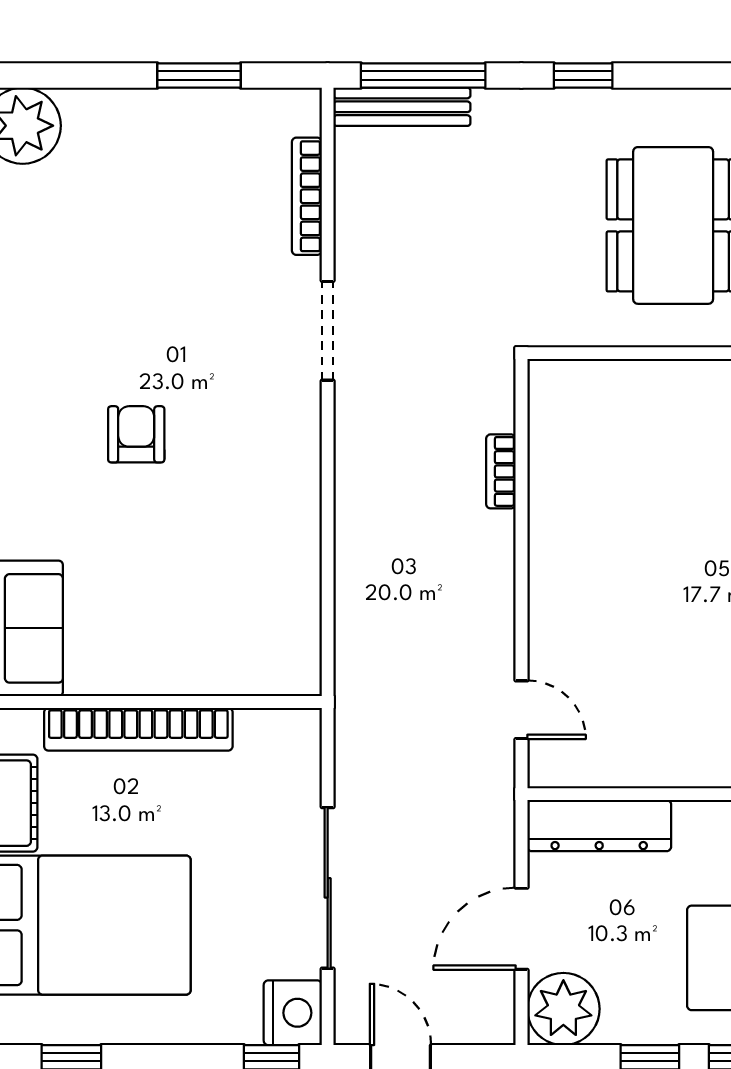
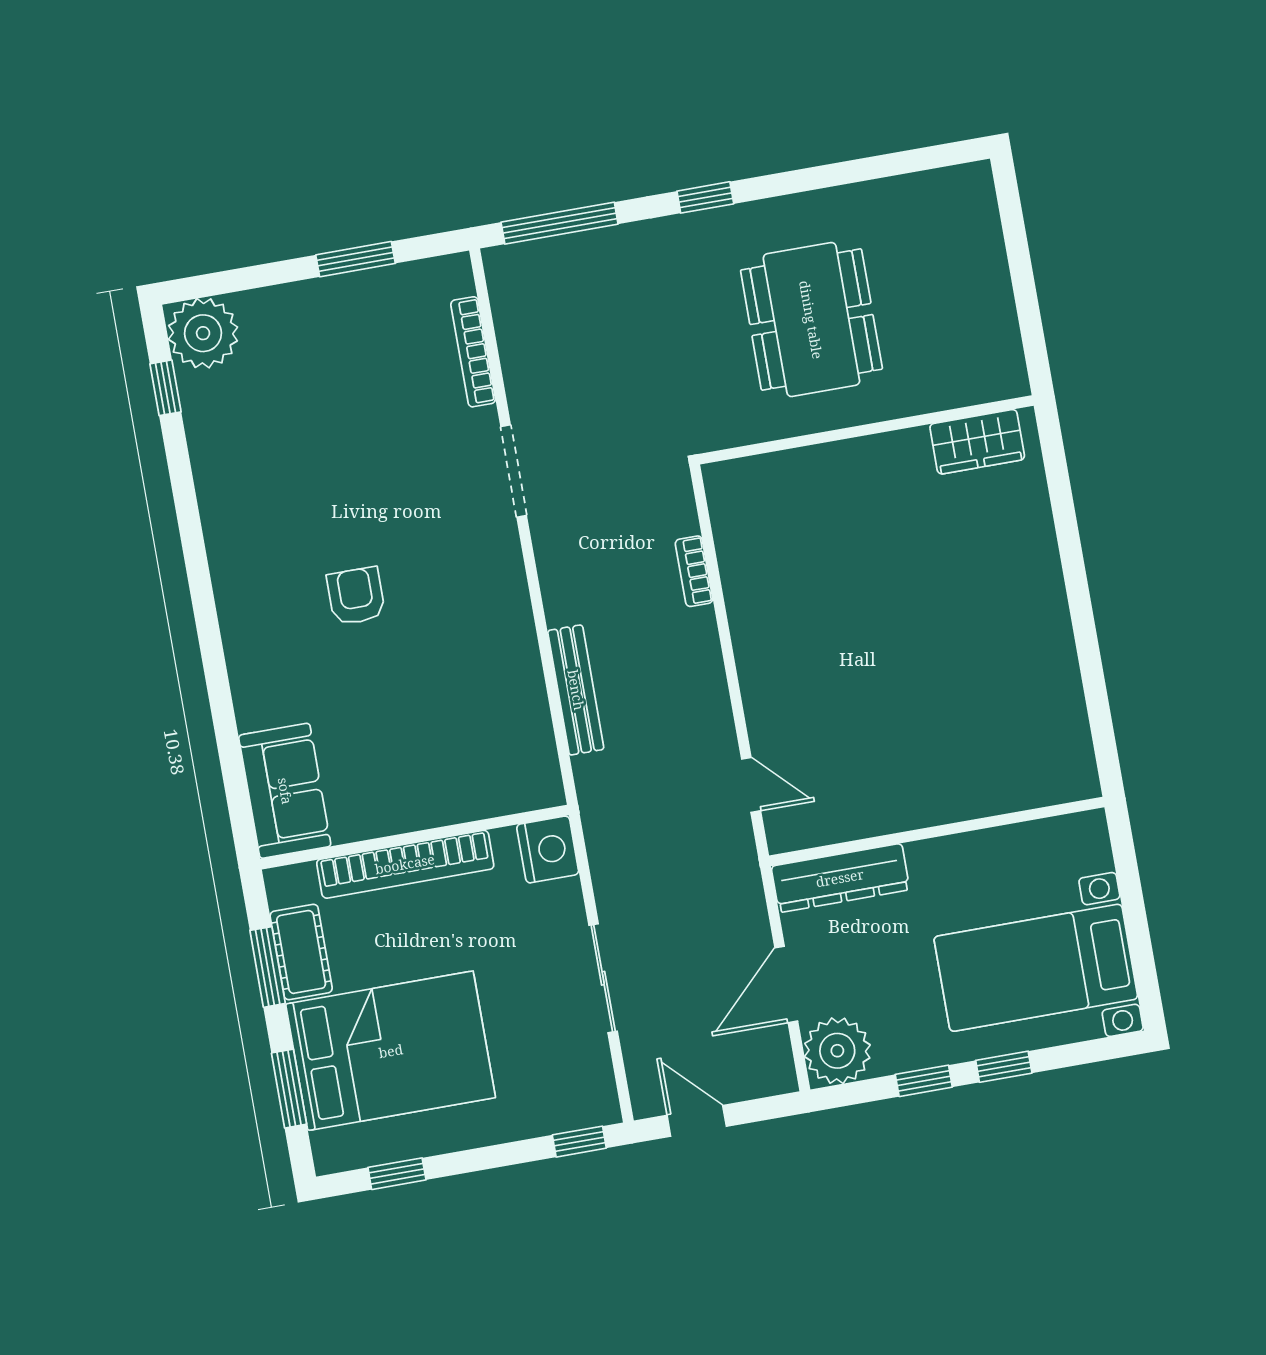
bench: (402, 107) -> (576, 690), moved, turned 90
sliding door: (328, 888) -> (603, 978), width x0.73
nightstand: (293, 1013) -> (548, 849), moved

